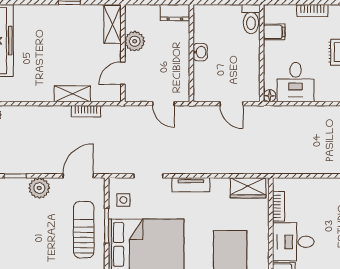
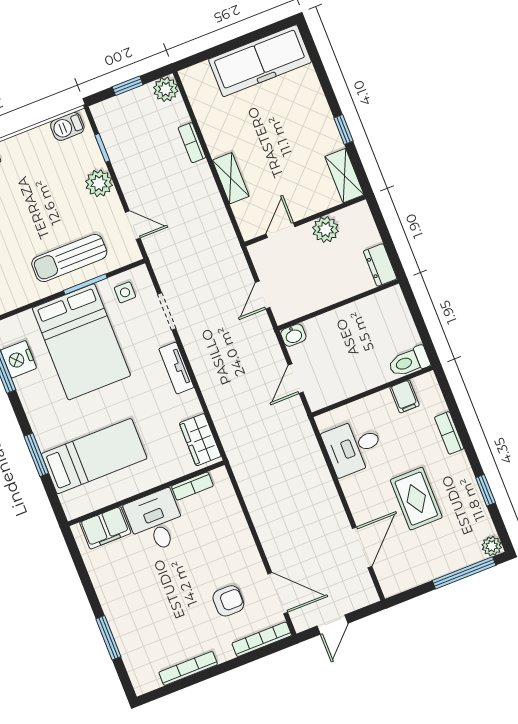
shelving: (112, 25) -> (344, 176), moved, turned 90
washbasin: (200, 52) -> (293, 335), moved
door: (123, 73) -> (281, 230), hinge flipped
floor lamp: (270, 96) -> (324, 422), removed
bookcase: (86, 111) -> (192, 143), moved
door: (78, 176) -> (133, 225), width x0.73
sun lounger: (84, 230) -> (69, 258), turned 180

